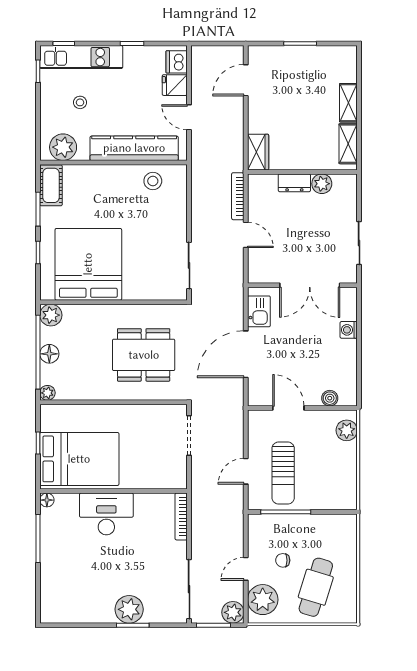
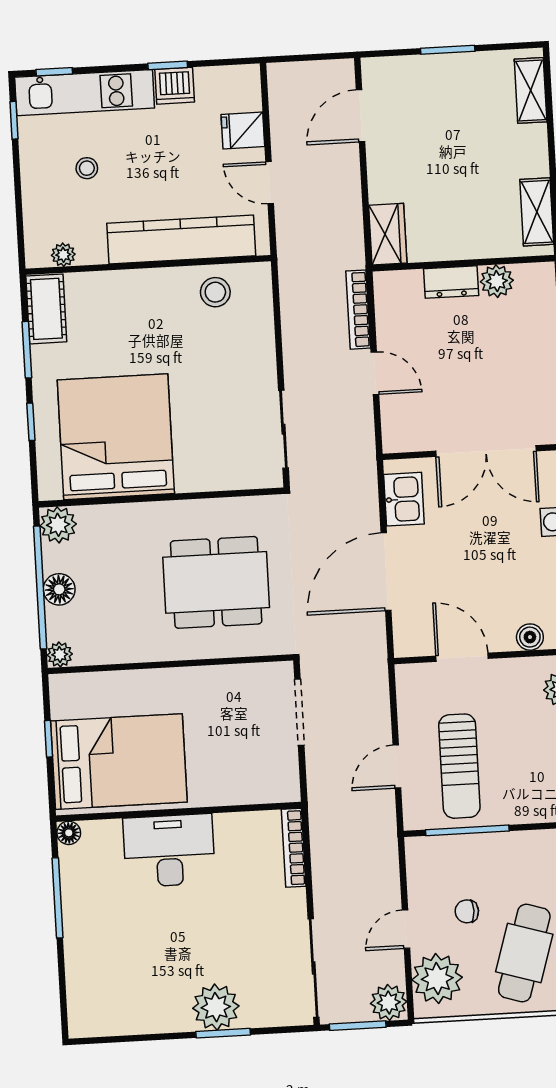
dishwasher: (177, 62) -> (175, 86), moved, turned -90
shelving: (348, 103) -> (531, 90), moved
plant: (63, 147) -> (63, 255), width x0.53, depth x0.53

